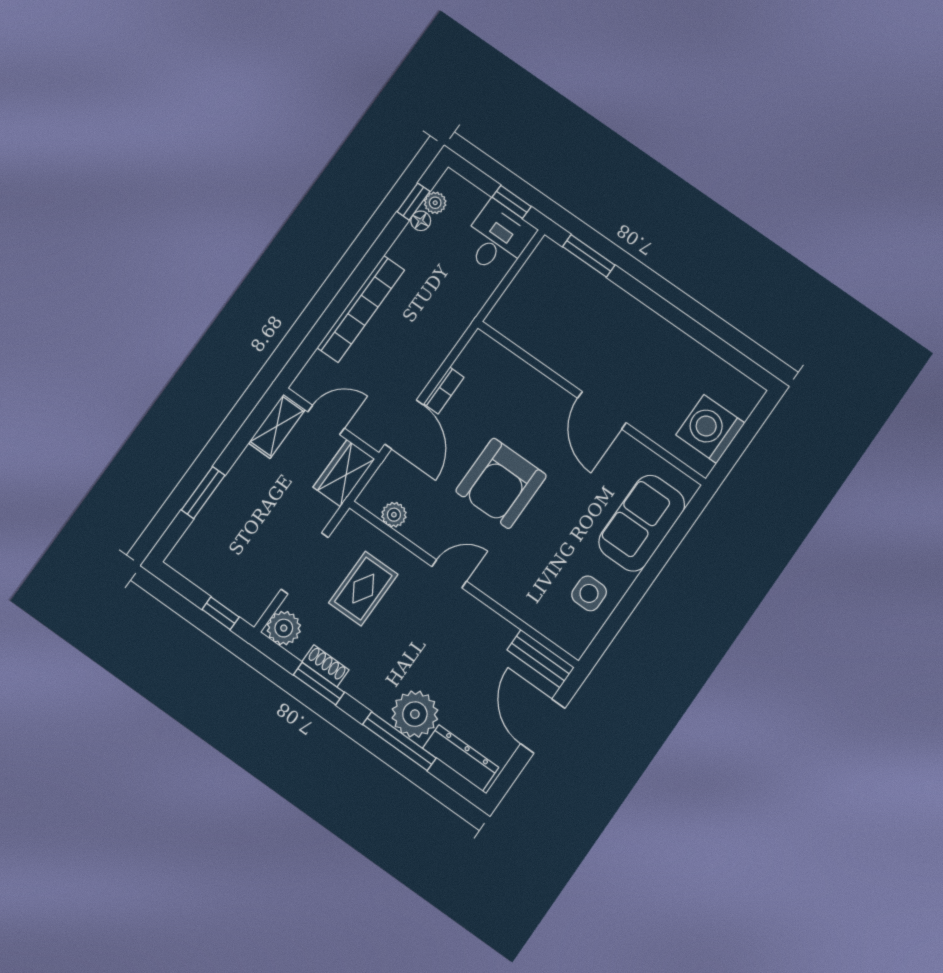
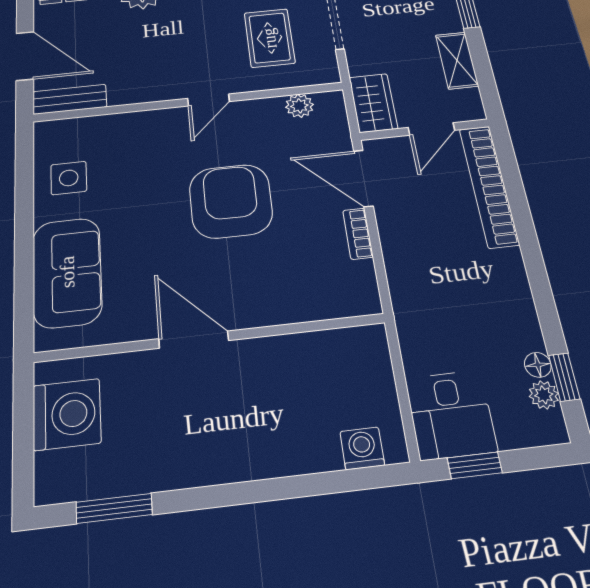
window: (589, 256) -> (114, 508), moved
washing machine: (563, 264) -> (362, 448), added
bookcase: (361, 309) -> (489, 186), moved
shelving: (277, 426) -> (457, 60), moved

